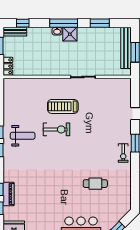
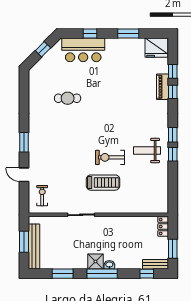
exercise bike: (123, 153) -> (42, 196), moved

